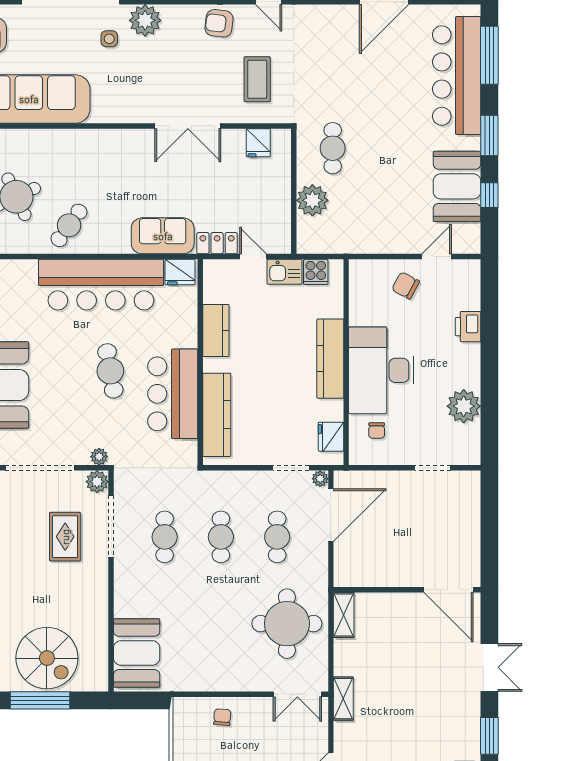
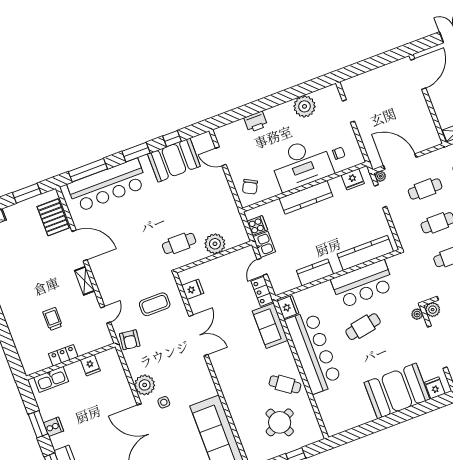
chair: (406, 285) -> (250, 187), moved

